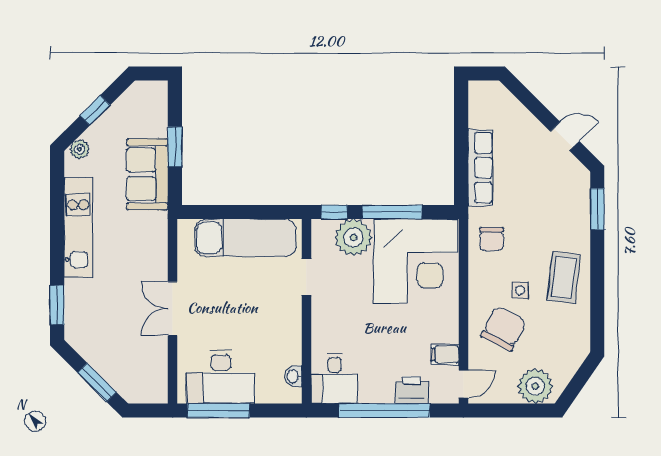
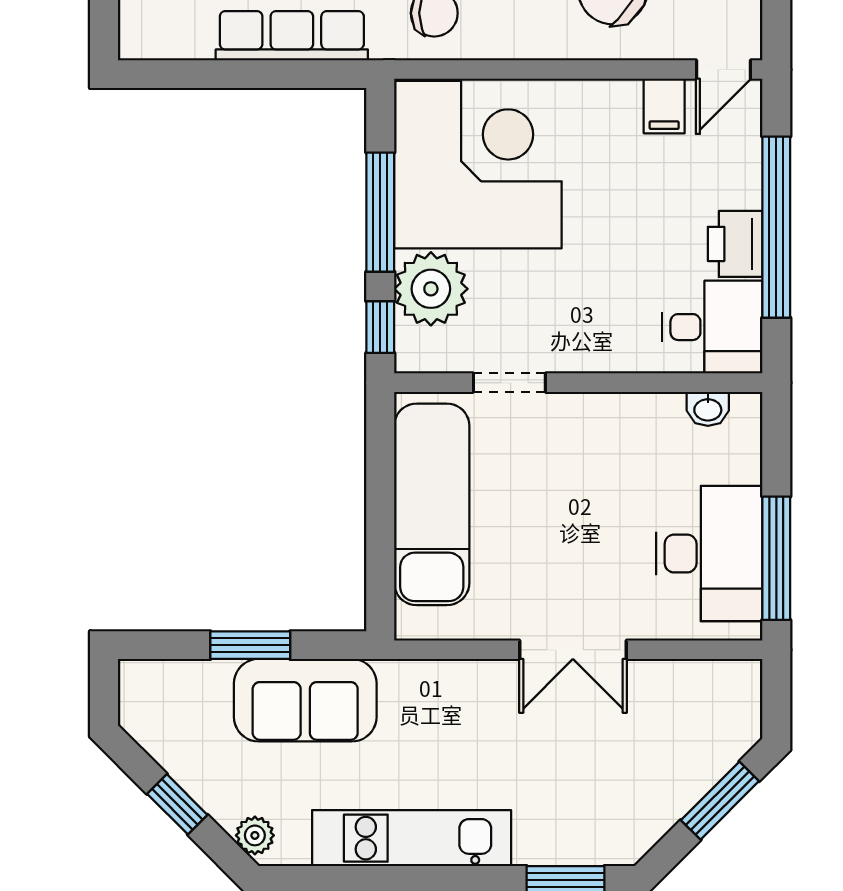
door: (463, 384) -> (723, 69), swing flipped
printer: (412, 390) -> (735, 244), moved

